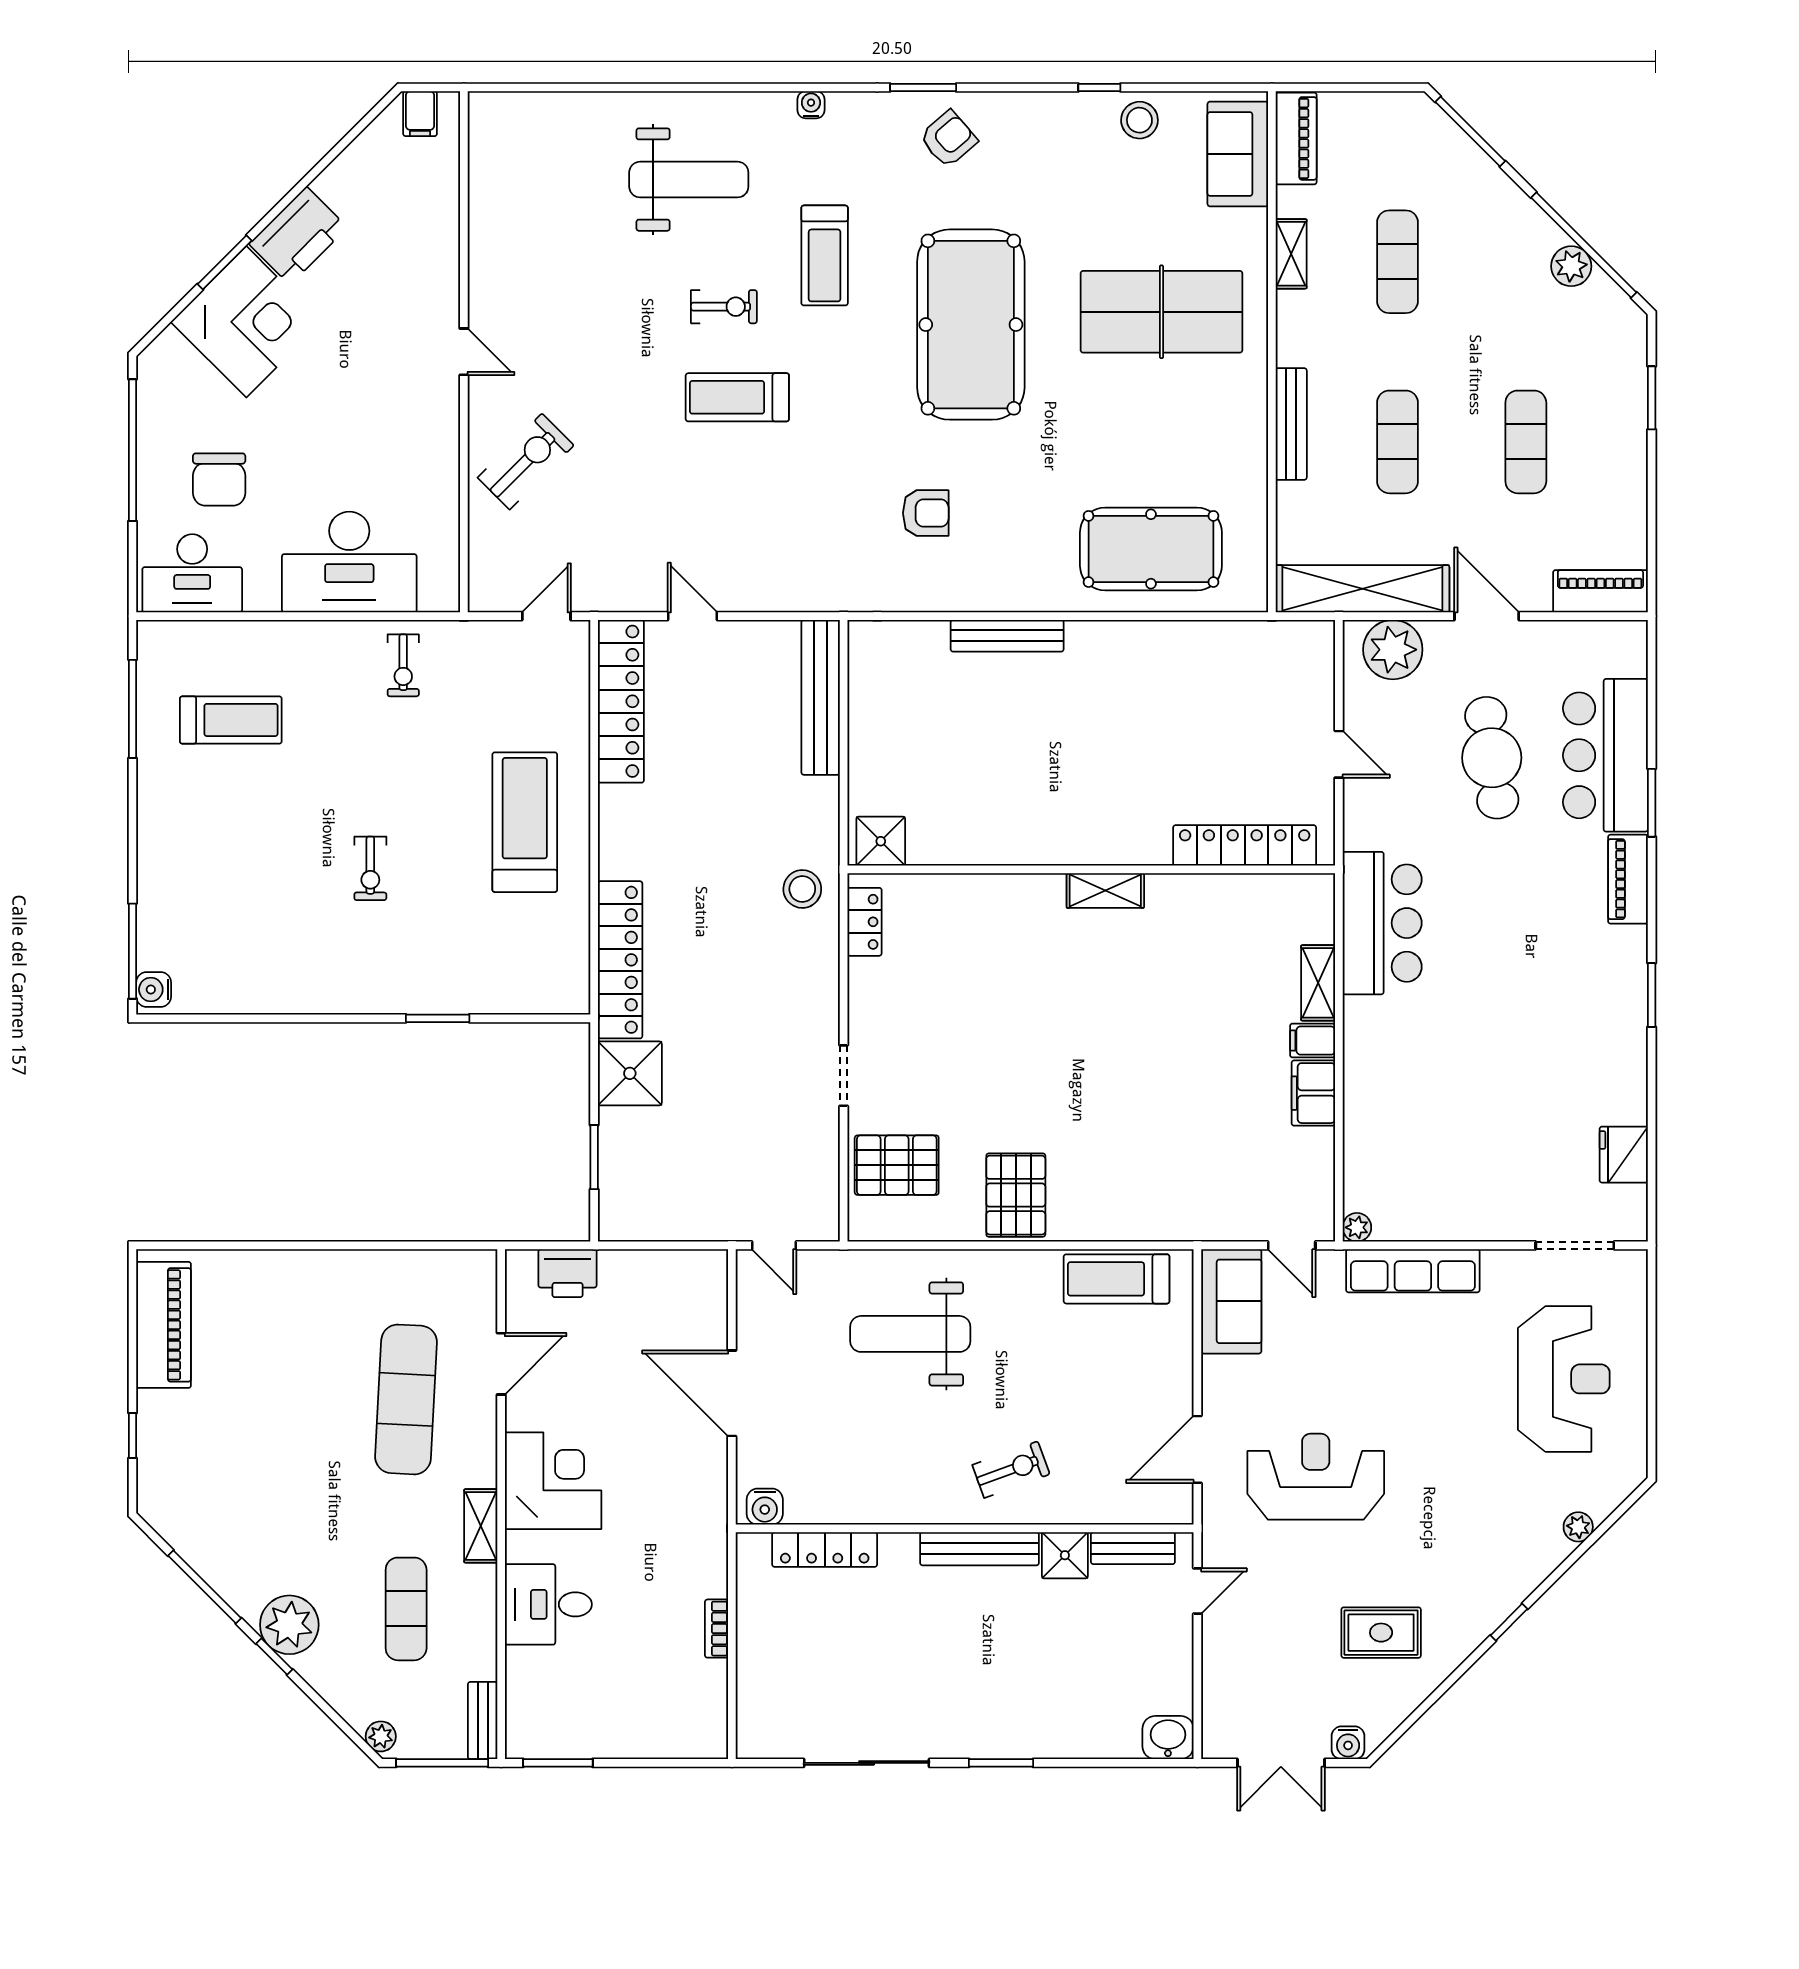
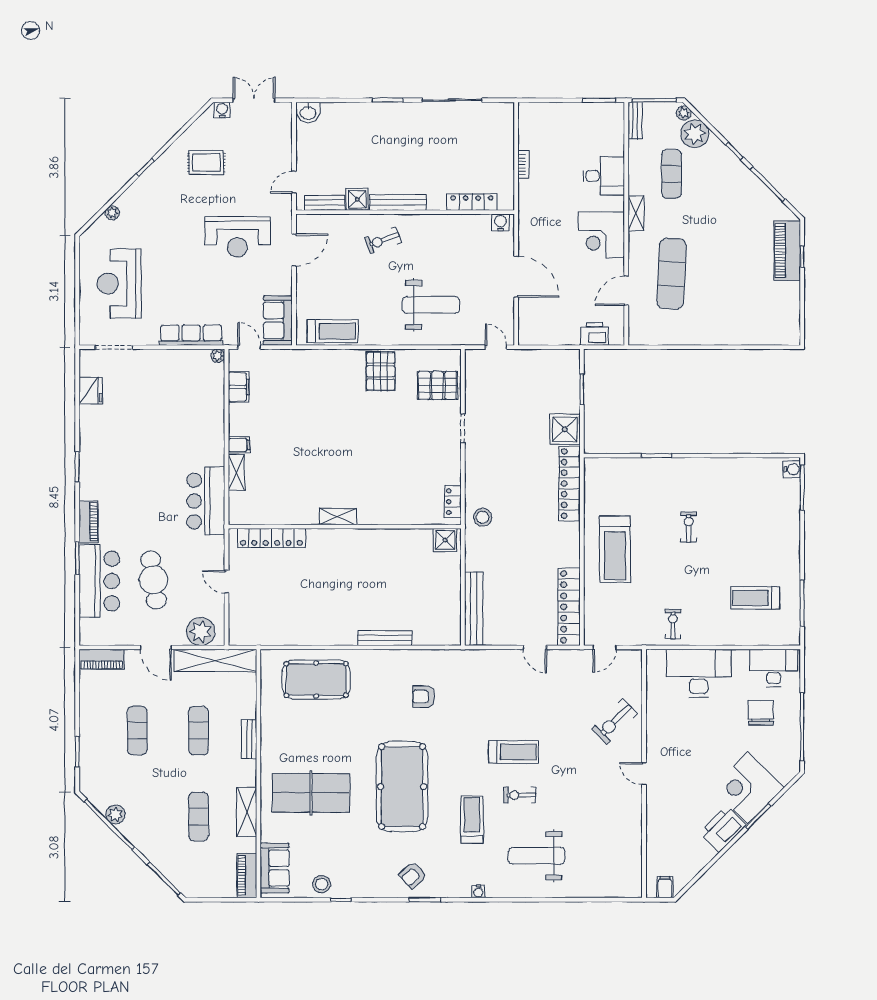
shelving: (1291, 254) -> (247, 812), width x1.50, depth x1.33
bench: (1291, 424) -> (249, 739), width x0.73
filing cabinet: (1313, 1093) -> (239, 387), moved
piano: (164, 1325) -> (787, 251), moved
plant: (289, 1625) -> (695, 134), moved

